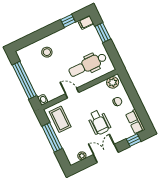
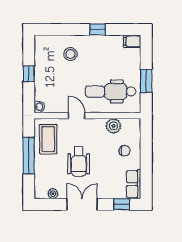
window: (68, 21) -> (97, 29), moved
window: (103, 33) -> (146, 81), moved
window: (24, 80) -> (29, 74), width x0.32
plant: (113, 82) -> (113, 126), moved
wheelchair: (99, 122) -> (79, 161), moved

